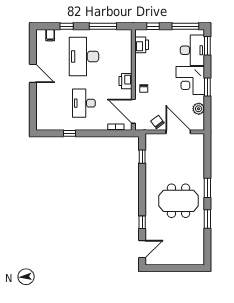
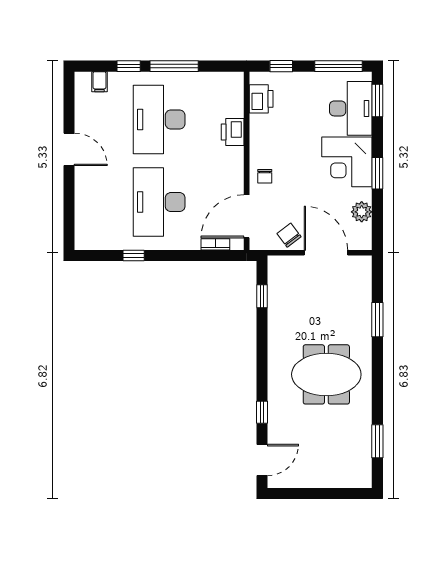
window: (103, 26) -> (174, 66), moved
printer: (126, 81) -> (233, 132), moved
desk: (84, 103) -> (159, 202), width x1.36, depth x1.30
door: (133, 111) -> (247, 216), hinge flipped
window: (207, 188) -> (377, 320), moved
window: (207, 219) -> (377, 441), moved

